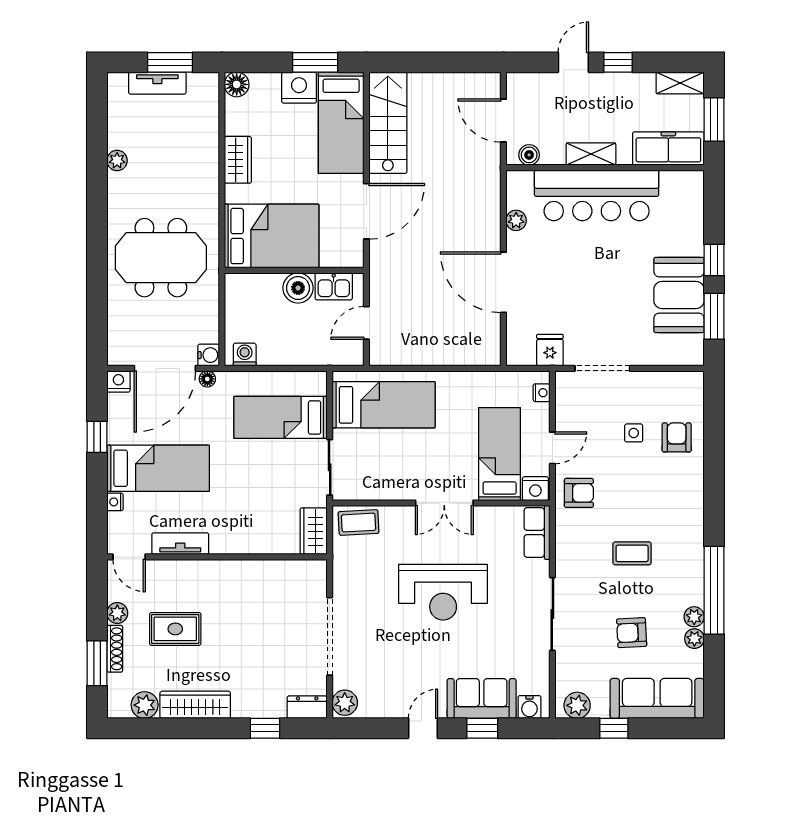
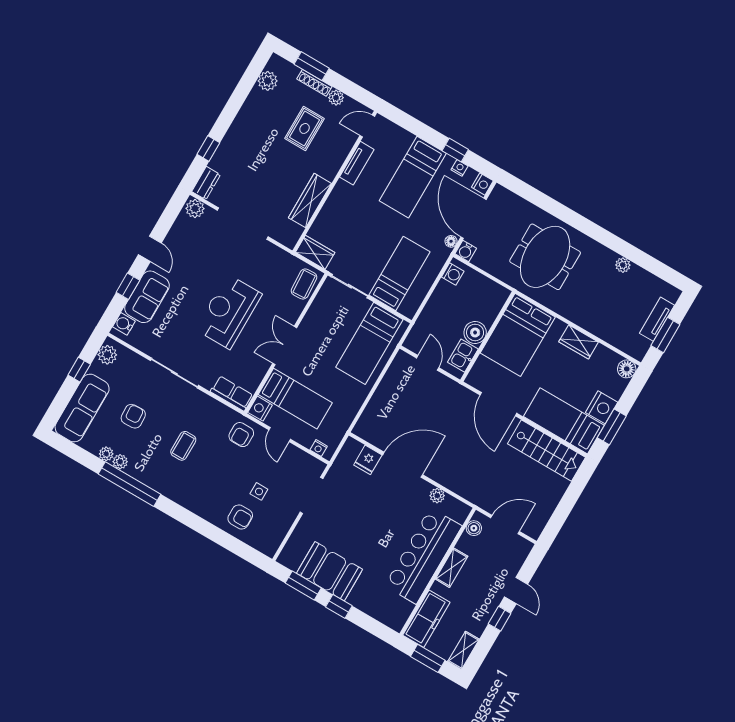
fridge: (550, 350) -> (368, 460), moved, turned 90
nightstand: (115, 502) -> (460, 168), moved
wardrobe: (195, 705) -> (310, 201), moved, turned 180

